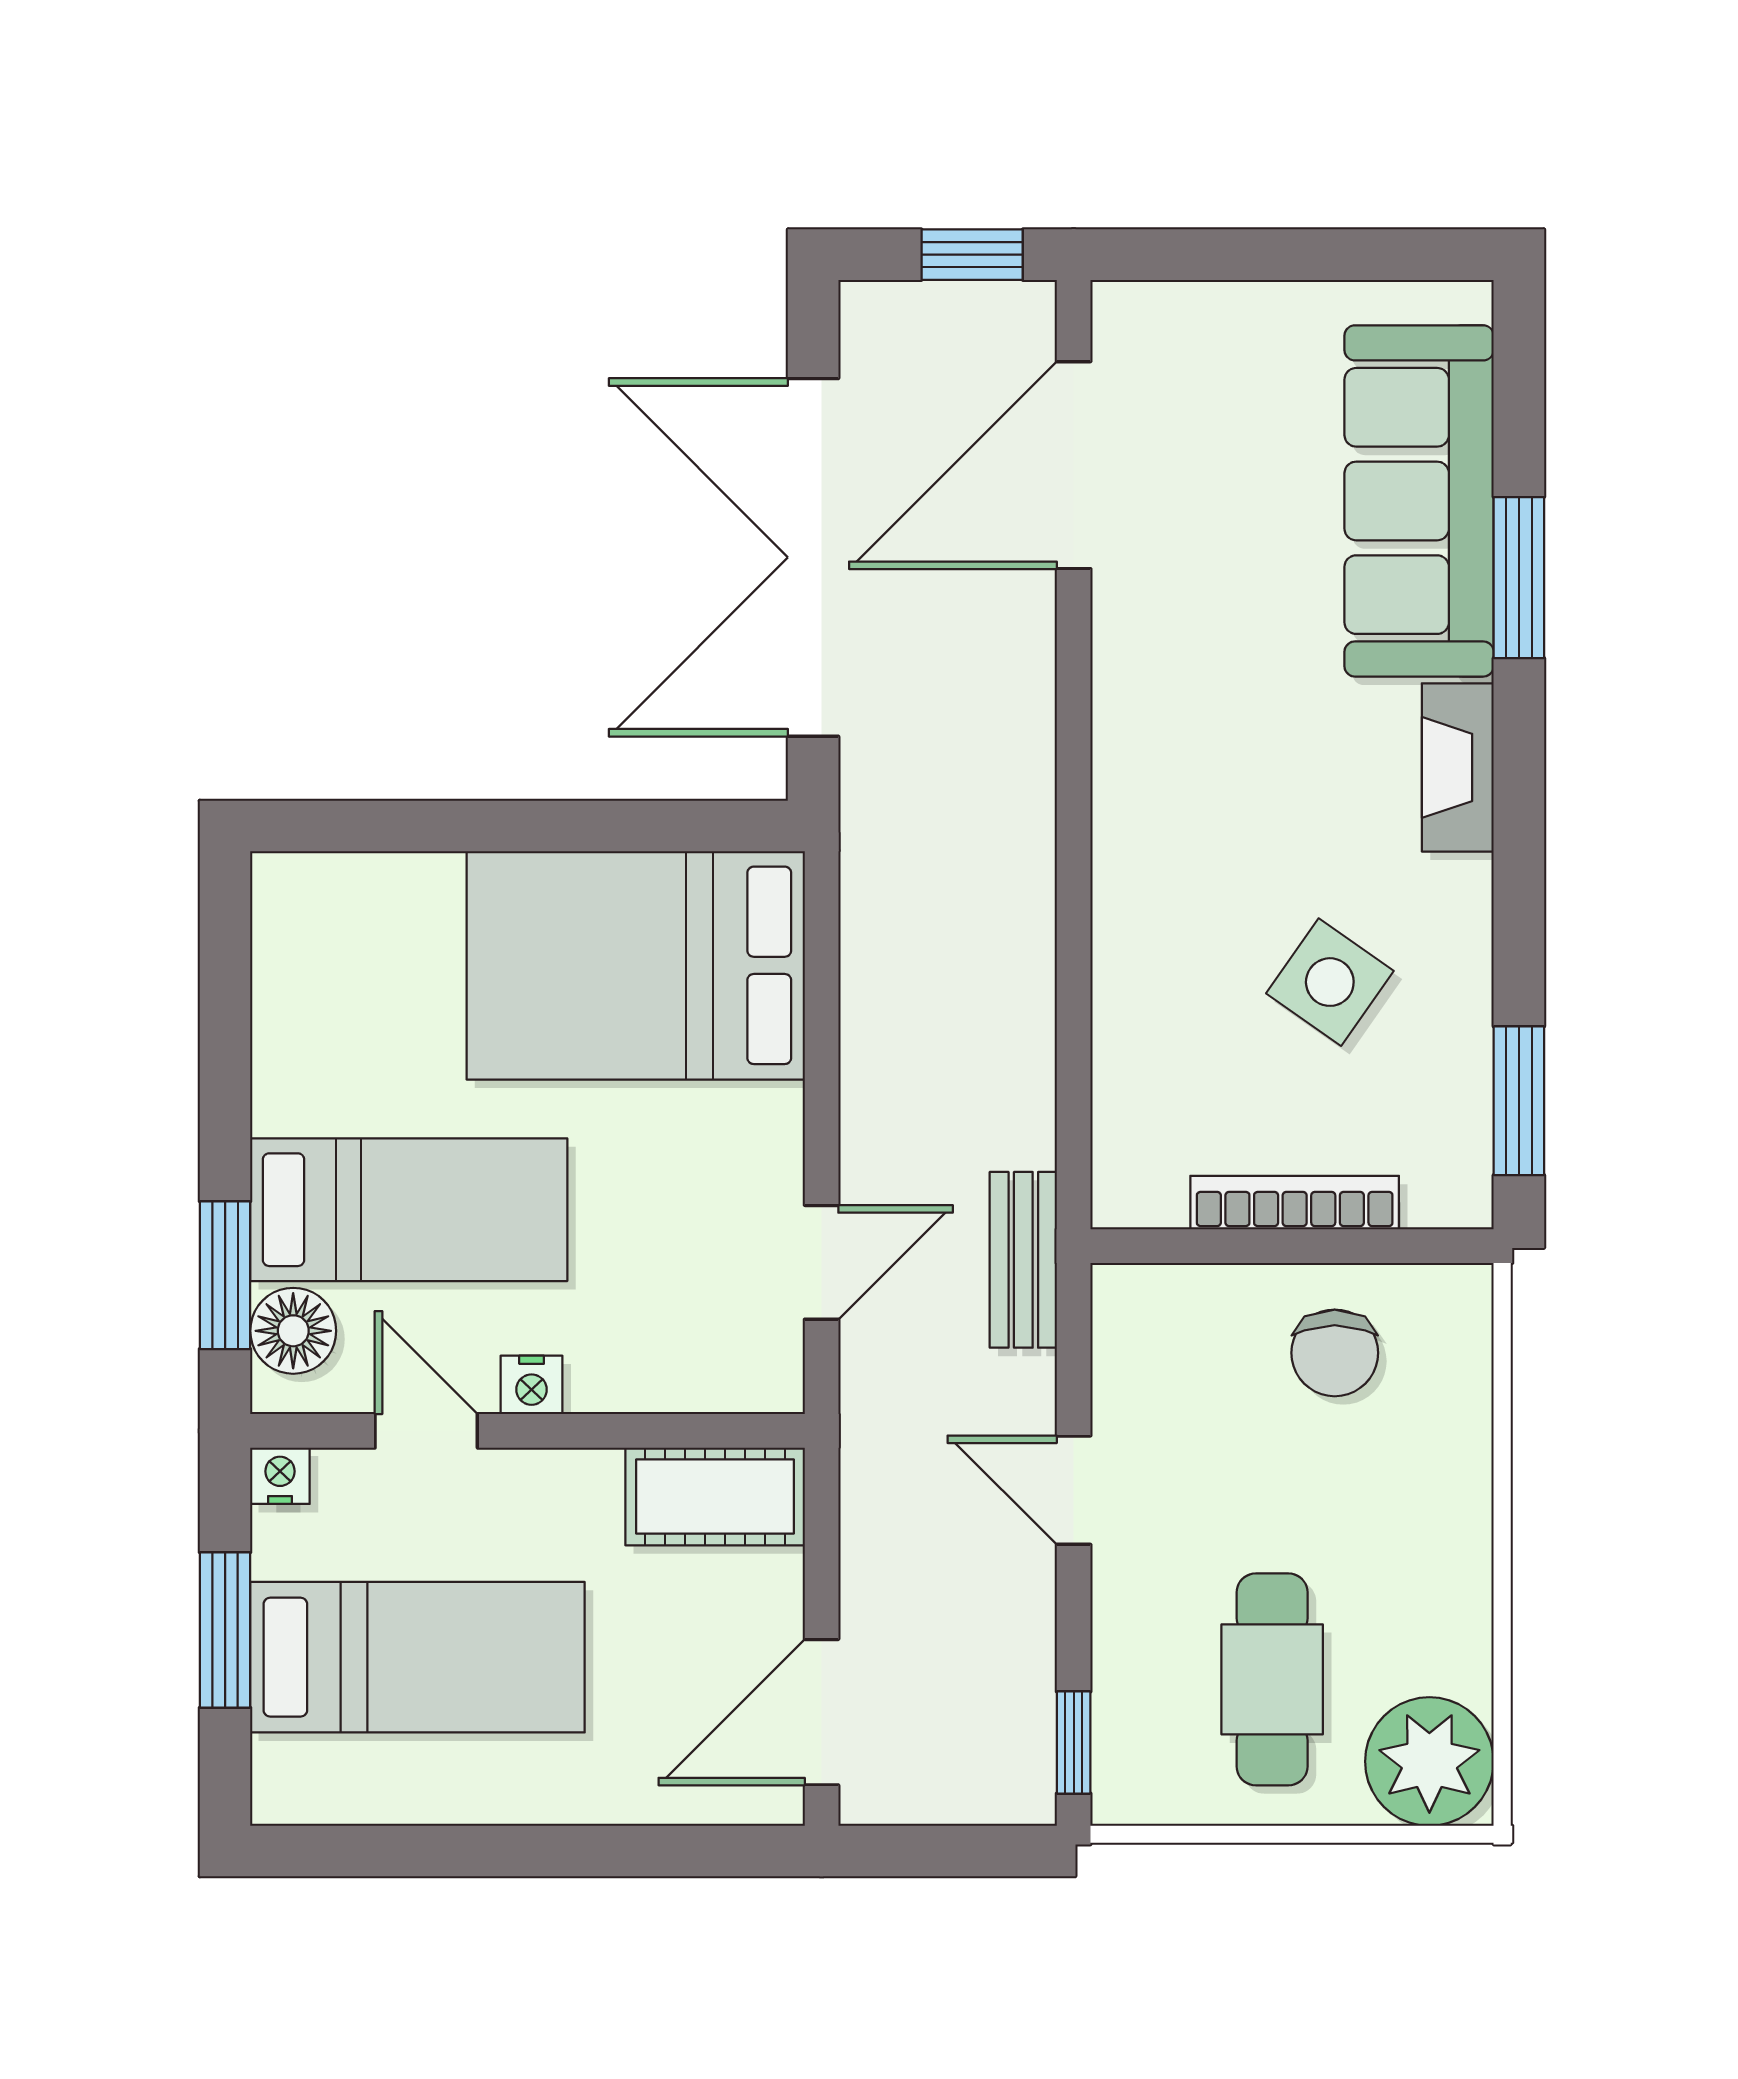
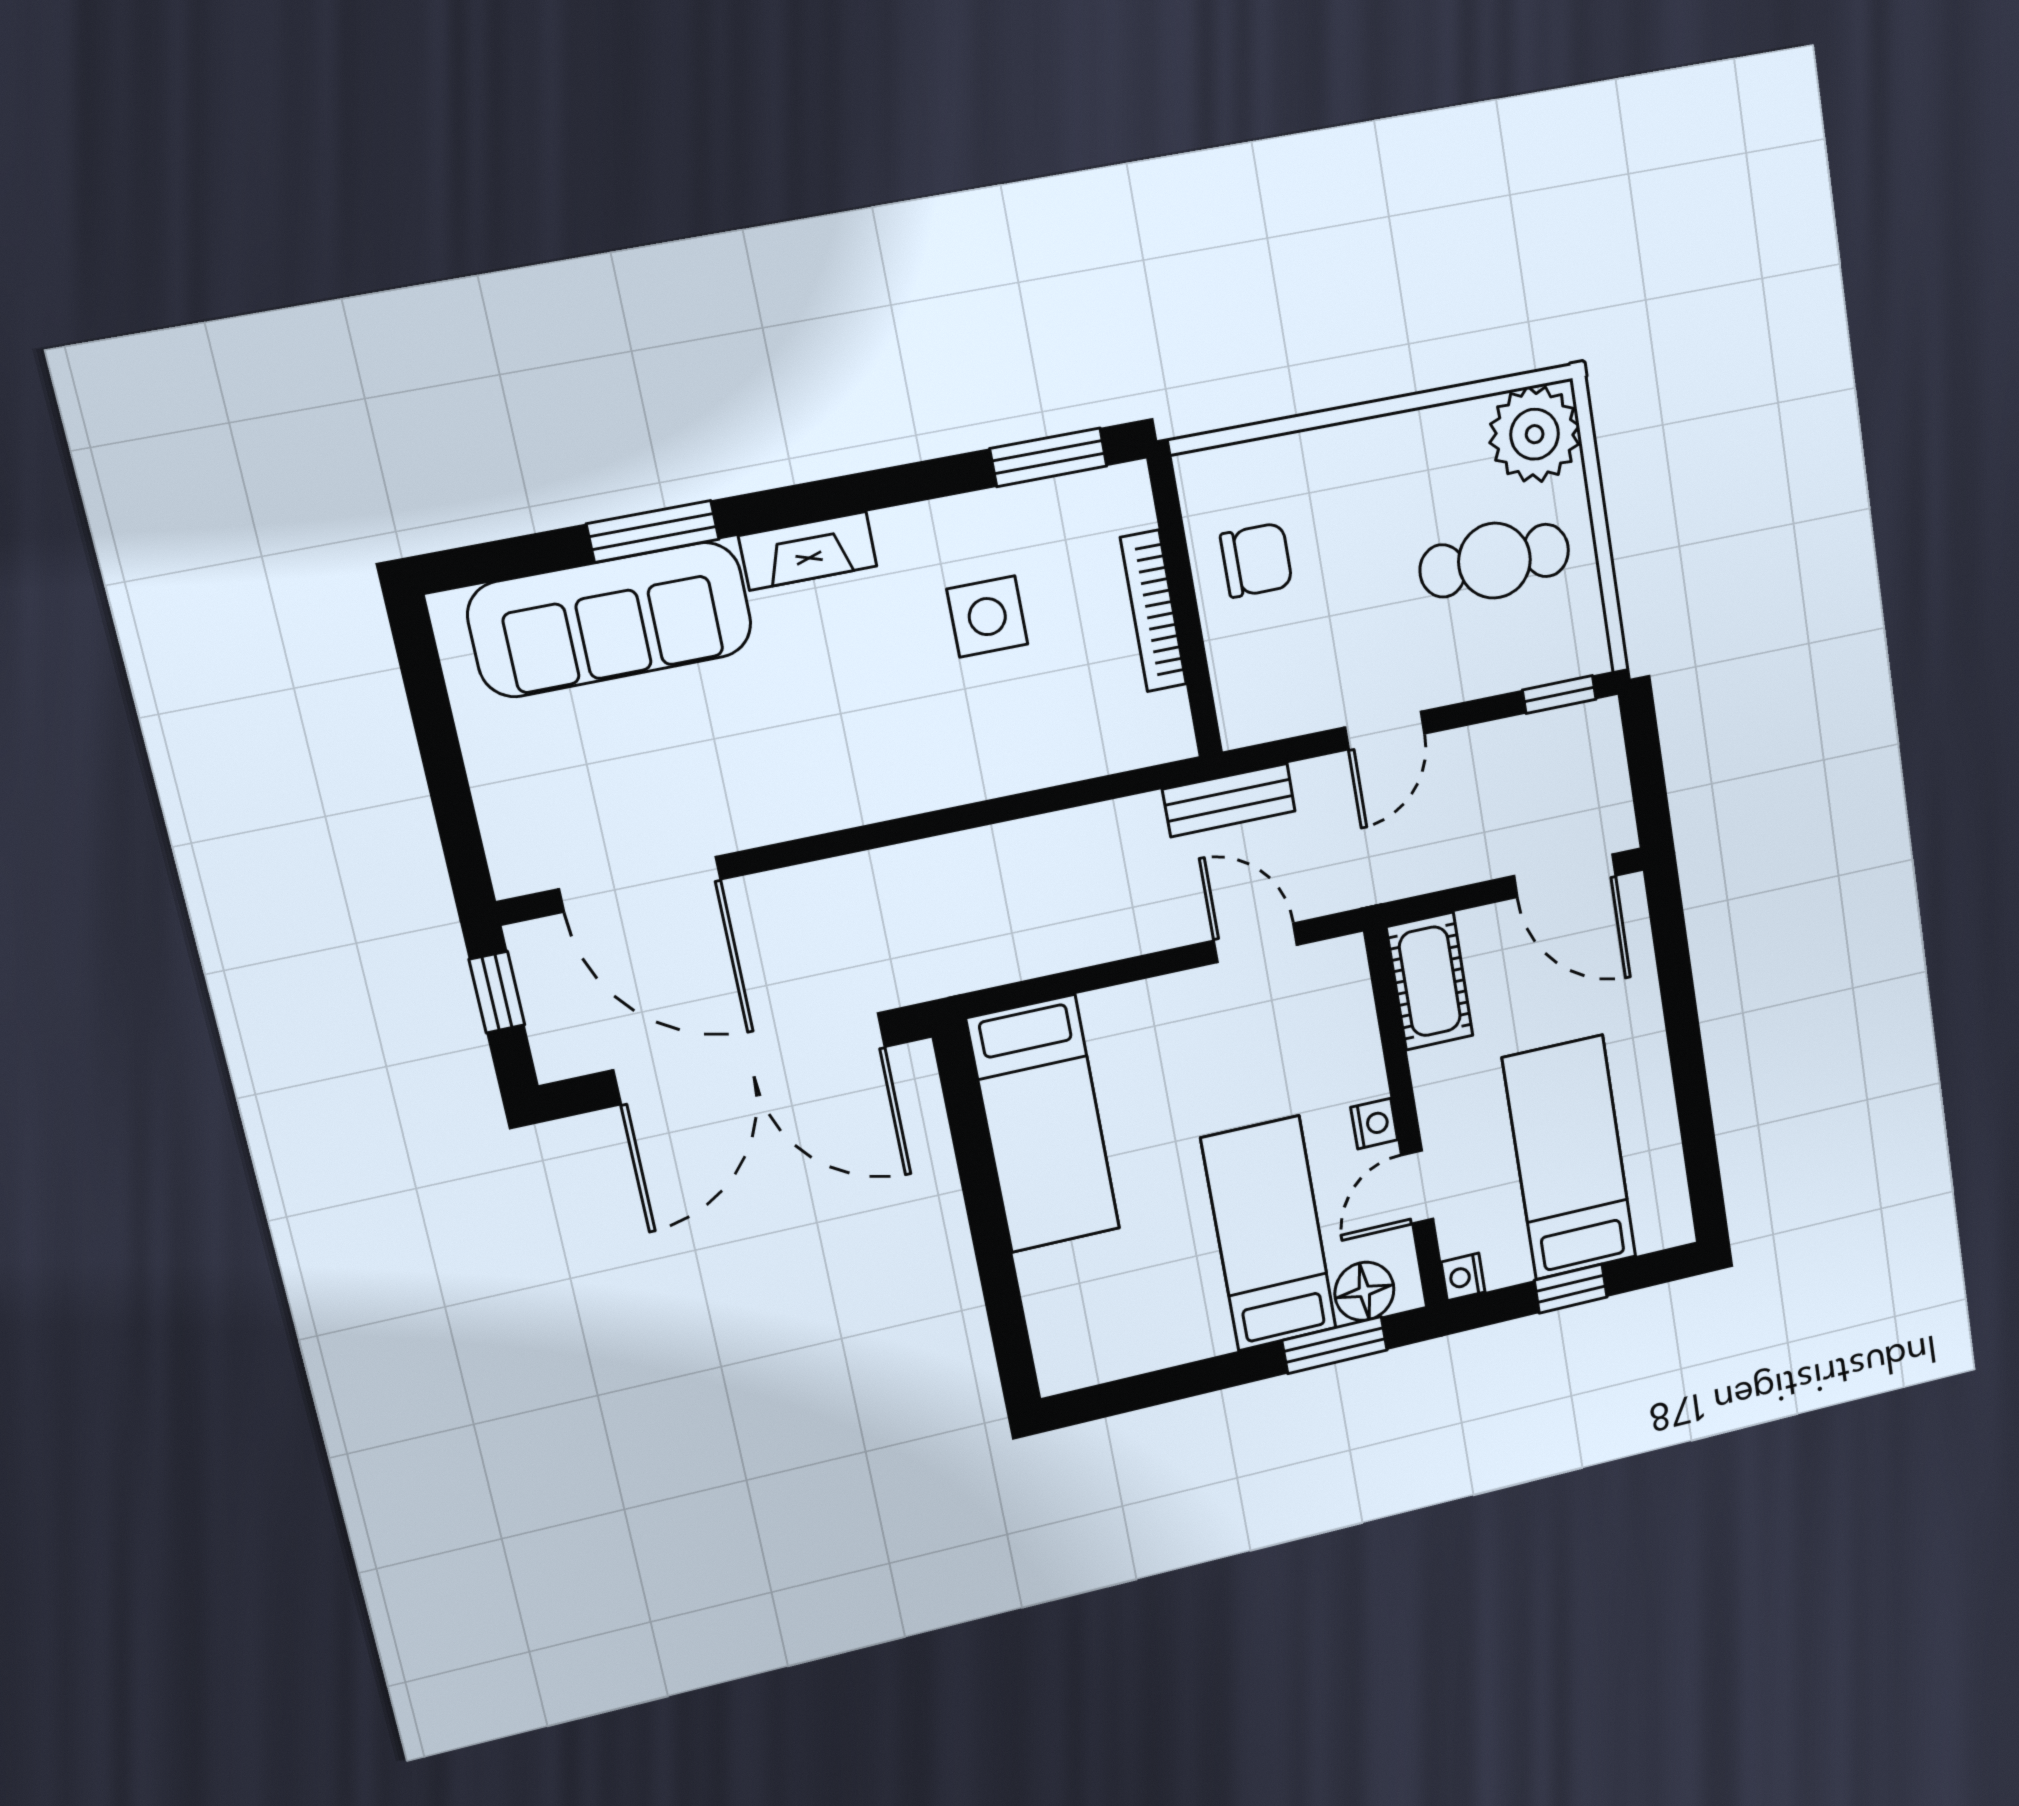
bed: (636, 965) -> (1043, 1124), width x0.67
side table: (1330, 982) -> (987, 617), turned -35
window: (225, 1630) -> (1571, 1289), width x0.67

